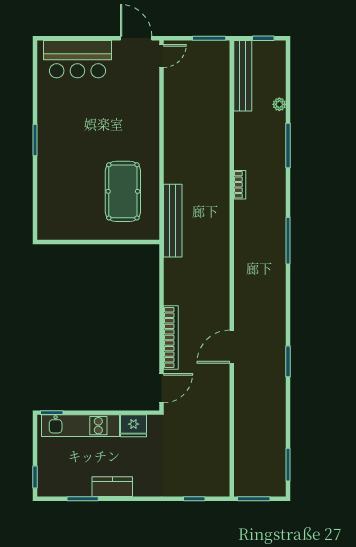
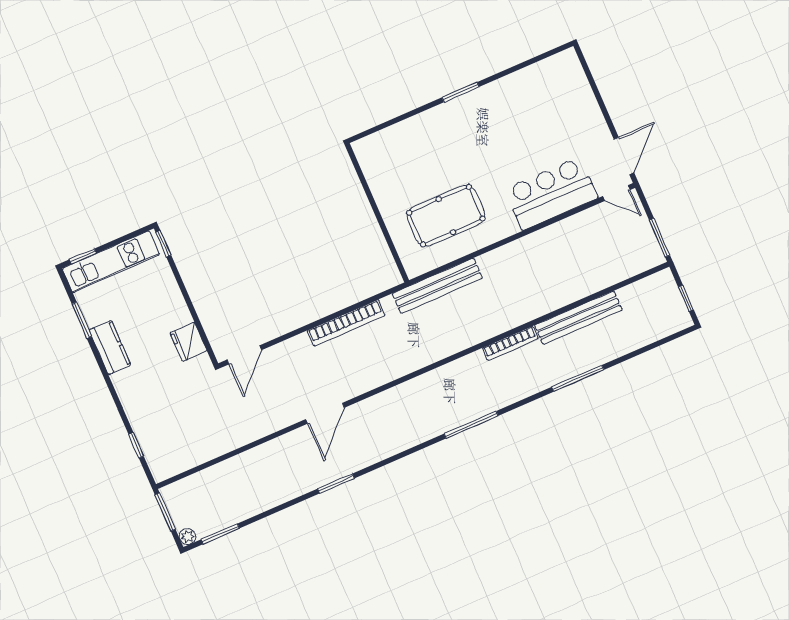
bar counter: (77, 59) -> (551, 193), moved, turned 90
bench: (243, 76) -> (578, 318), moved
plant: (279, 104) -> (187, 536), moved
bookcase: (240, 185) -> (510, 343), width x1.56
bookcase: (171, 337) -> (346, 323), moved
door: (232, 347) -> (325, 413), swing flipped
door: (162, 388) -> (244, 355), hinge flipped
kitchen unit: (80, 426) -> (111, 262), moved, turned -90

